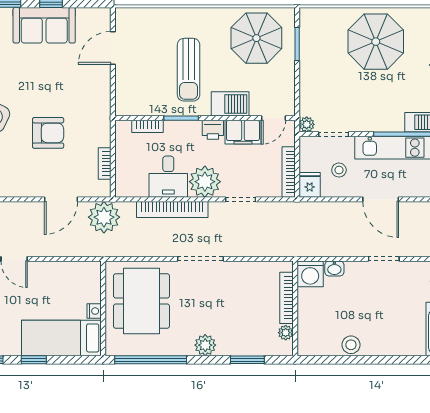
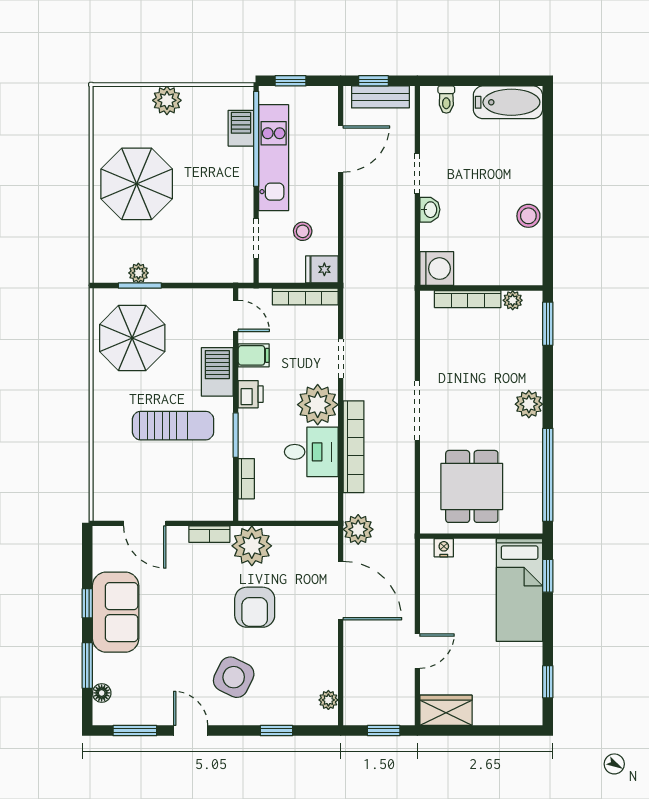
plant: (307, 124) -> (138, 273), moved
plant: (96, 131) -> (252, 546), added
filing cabinet: (243, 132) -> (254, 355), width x0.50
armchair: (48, 133) -> (255, 607), turned 180
bookcase: (105, 164) -> (209, 534), moved
door: (61, 199) -> (341, 591), width x1.36
door: (381, 199) -> (341, 149), moved
plant: (104, 217) -> (358, 529), width x0.73, depth x0.73
washbasin: (334, 268) -> (430, 210), moved
dining table: (141, 301) -> (472, 486), width x0.73
nightstand: (94, 311) -> (444, 548), moved
window: (34, 360) -> (548, 576), moved
window: (247, 360) -> (548, 324), moved

